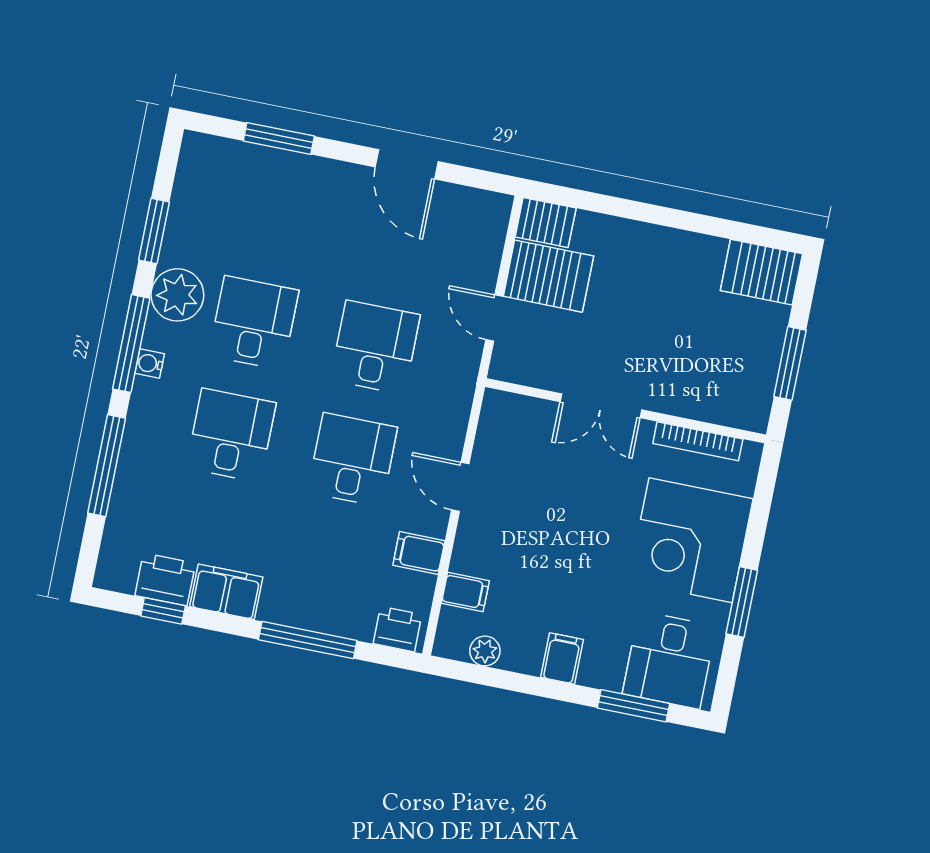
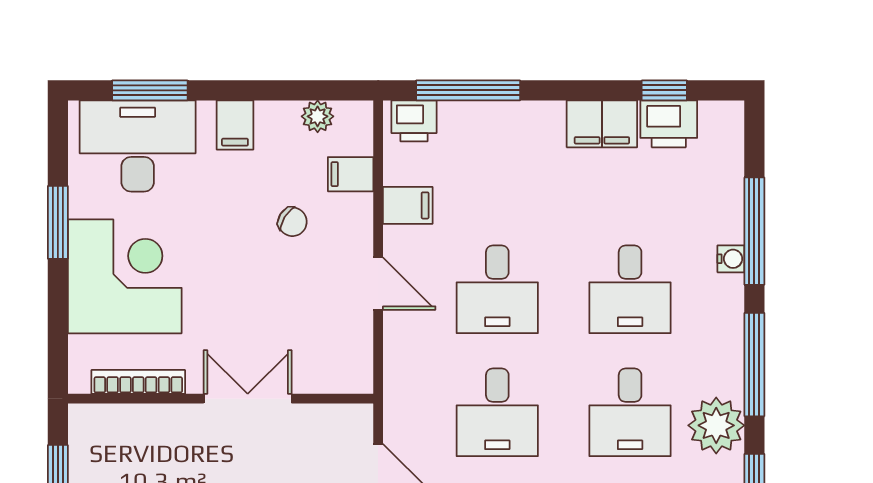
water cooler: (150, 363) -> (731, 259), moved
chair: (527, 559) -> (292, 222), added
window: (308, 640) -> (468, 90), moved
desk: (669, 660) -> (138, 146), width x1.37

